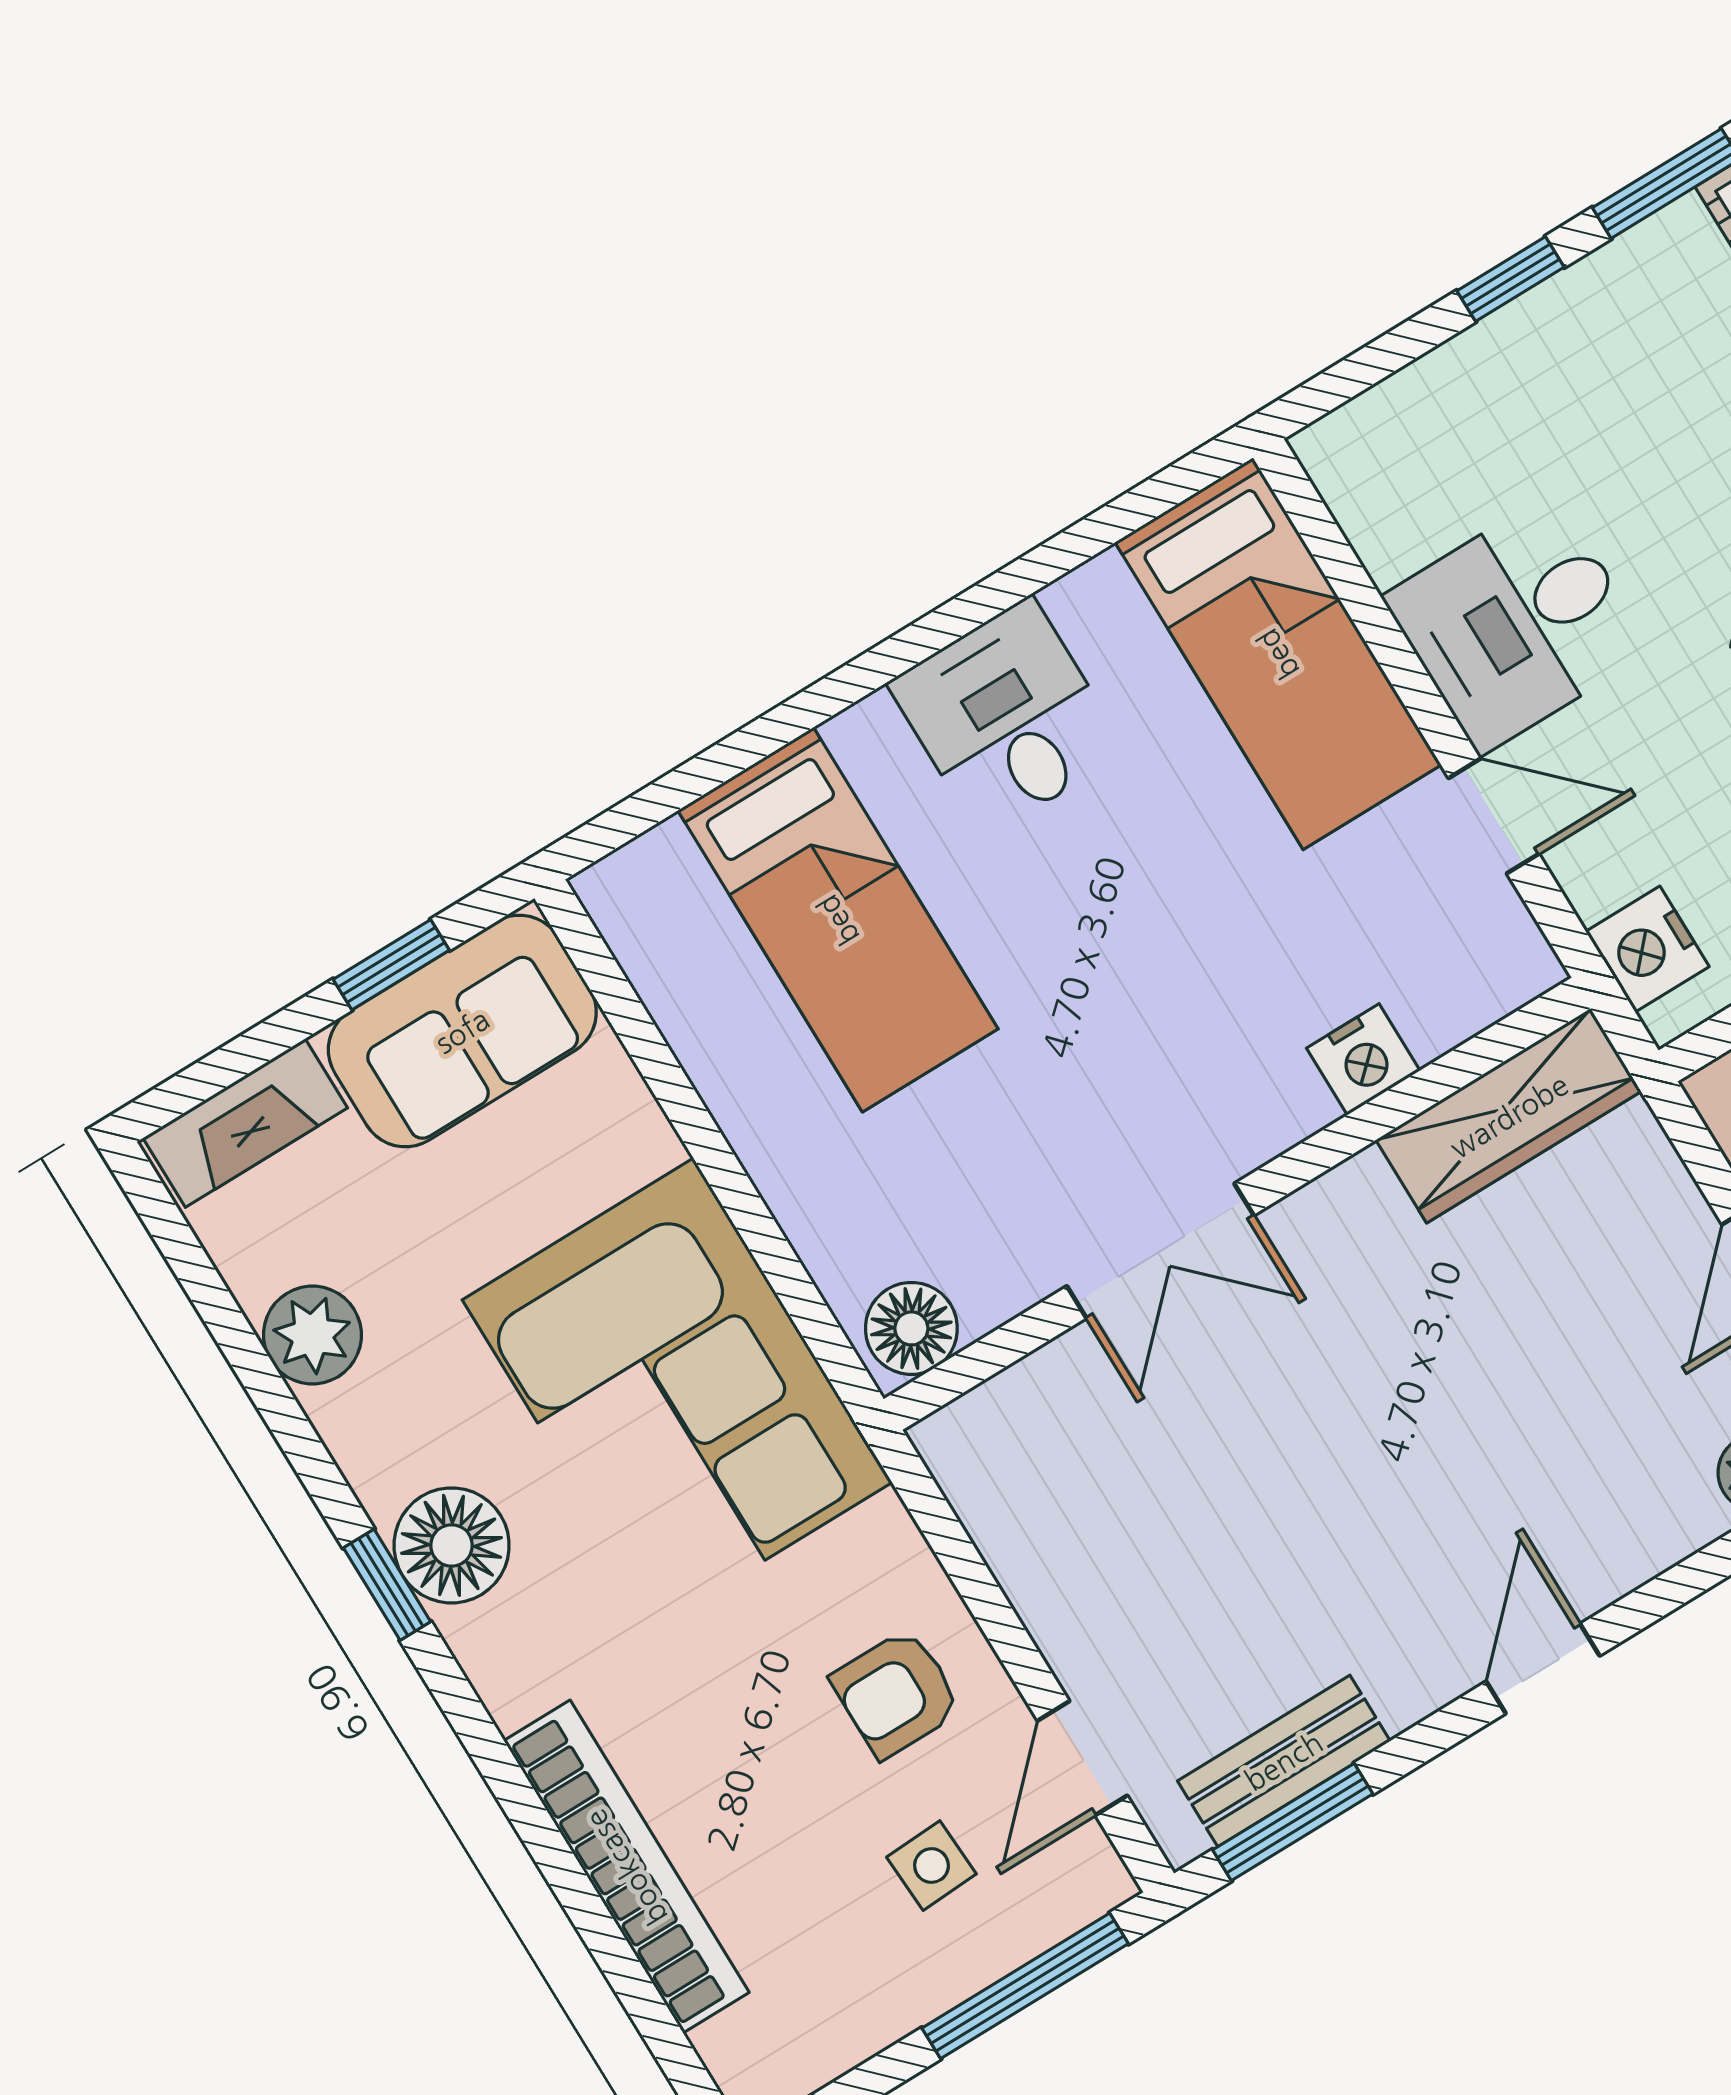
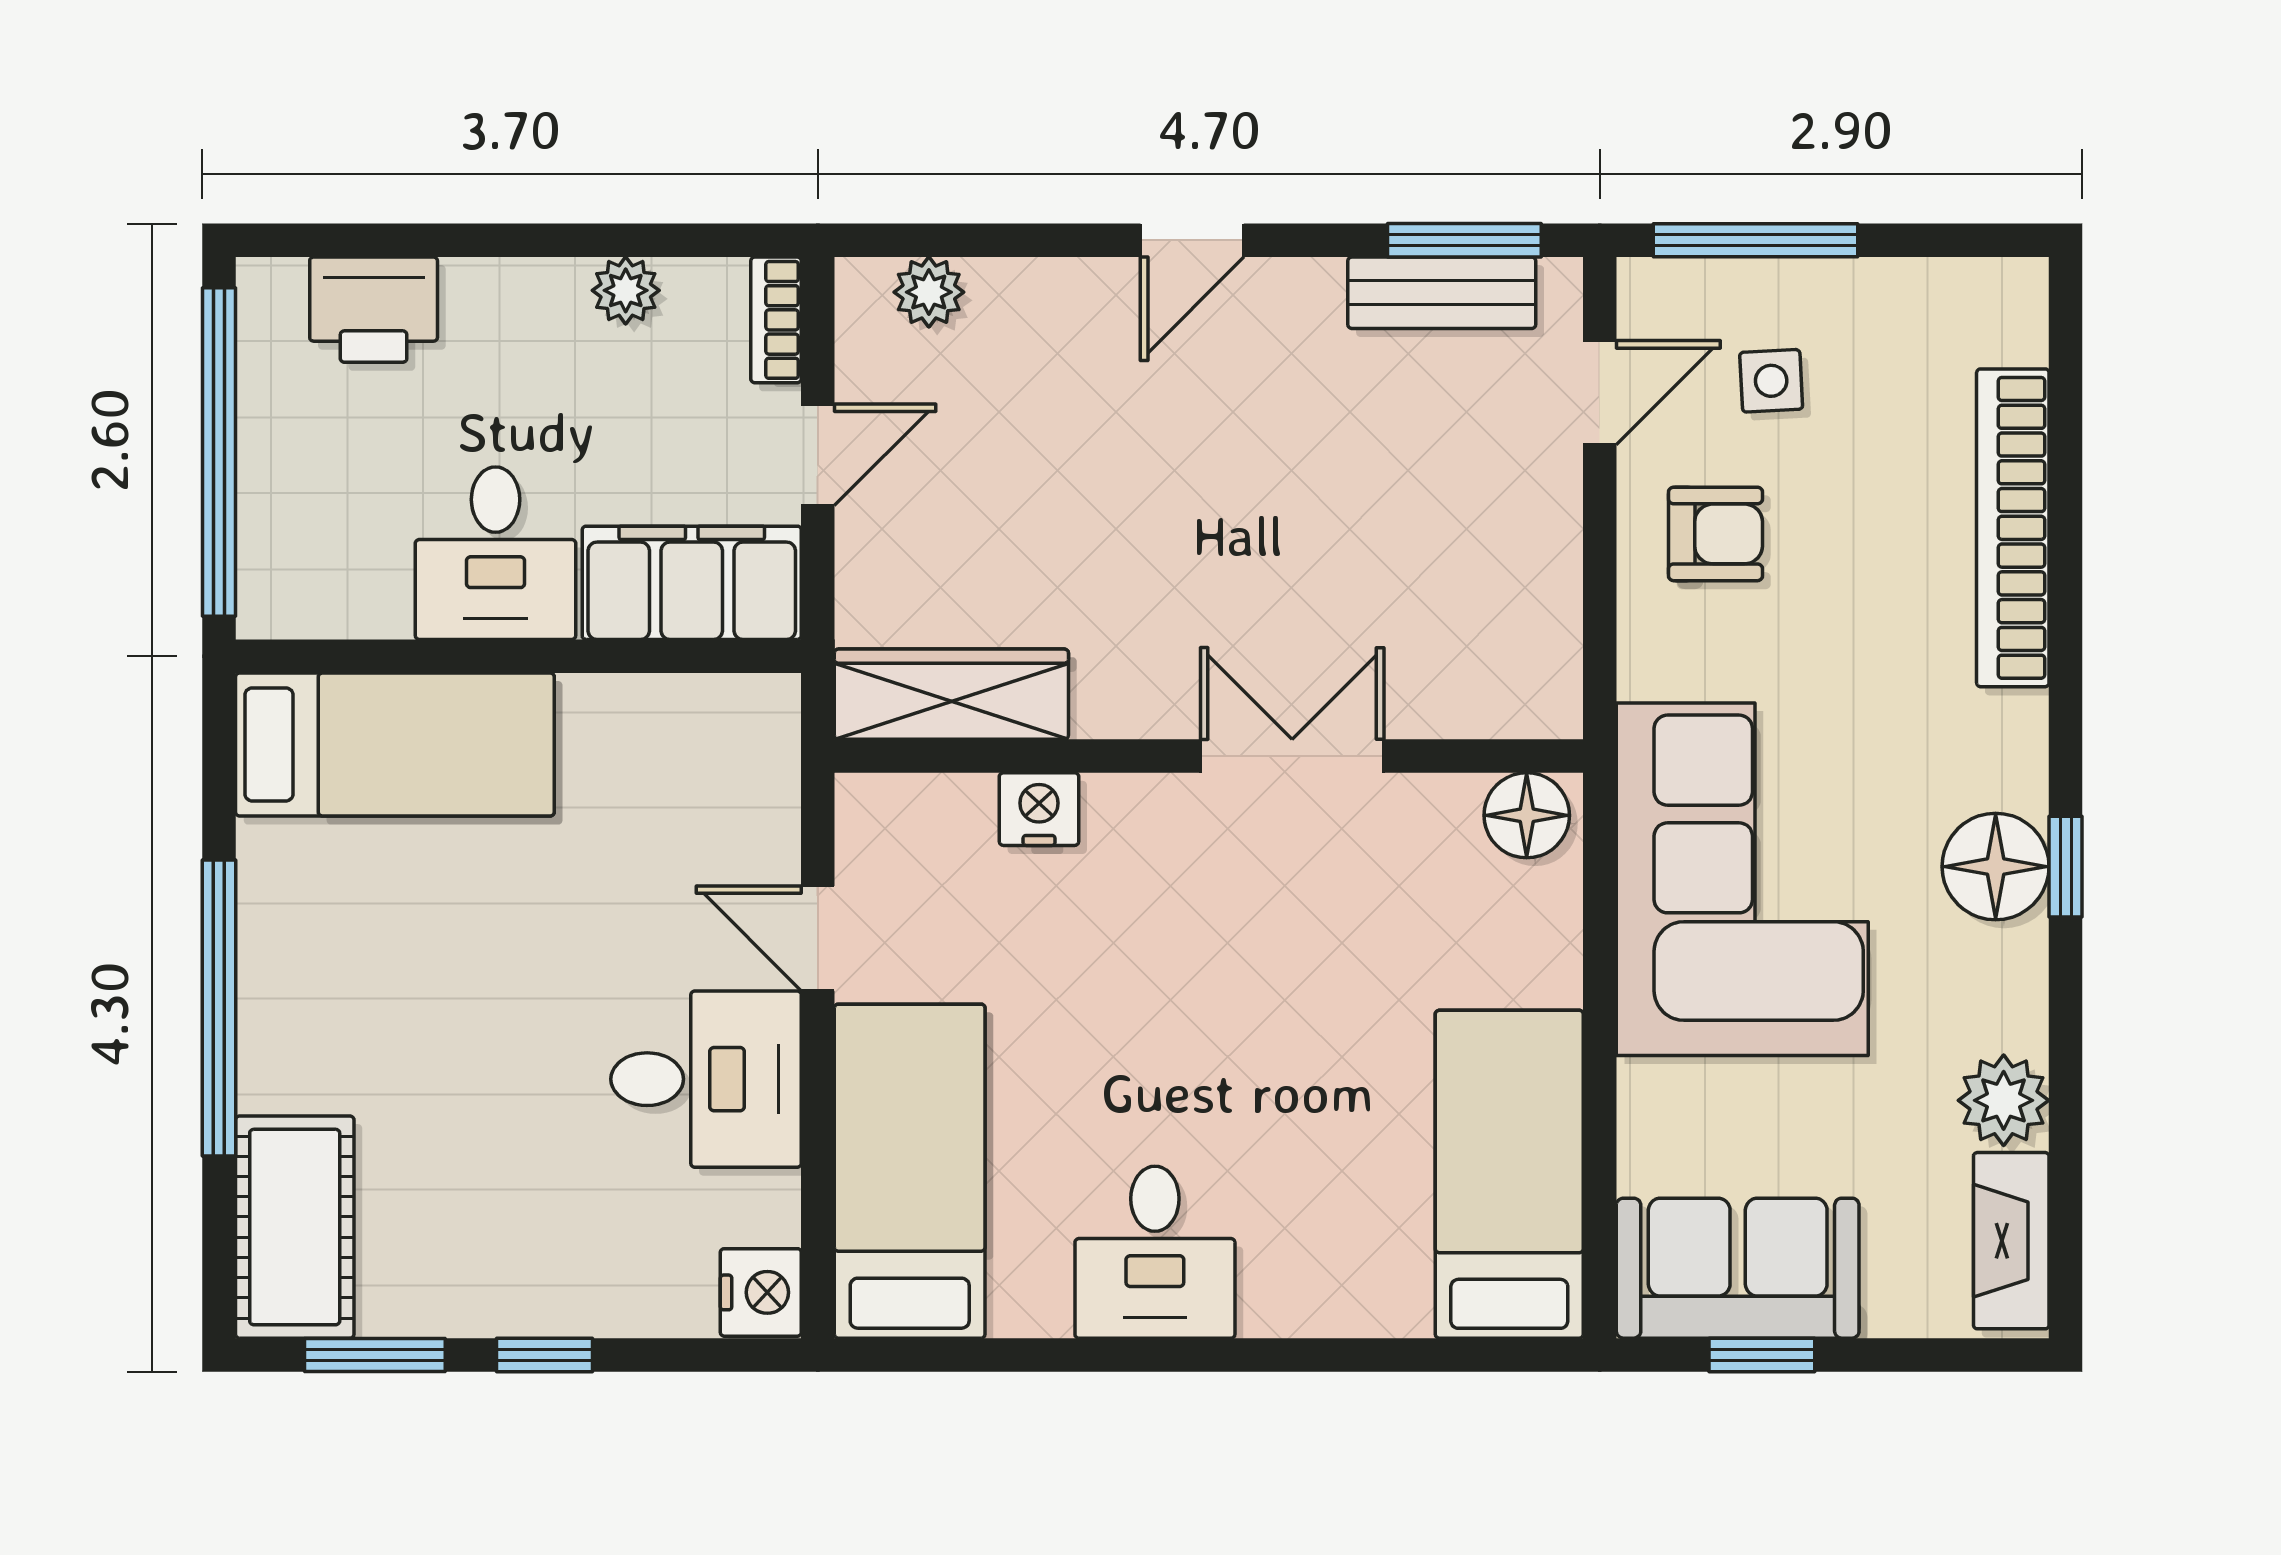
bed: (838, 920) -> (1509, 1174), moved
nightstand: (1647, 949) -> (761, 1292), moved
fireplace: (245, 1123) -> (2011, 1241), moved, turned -90

